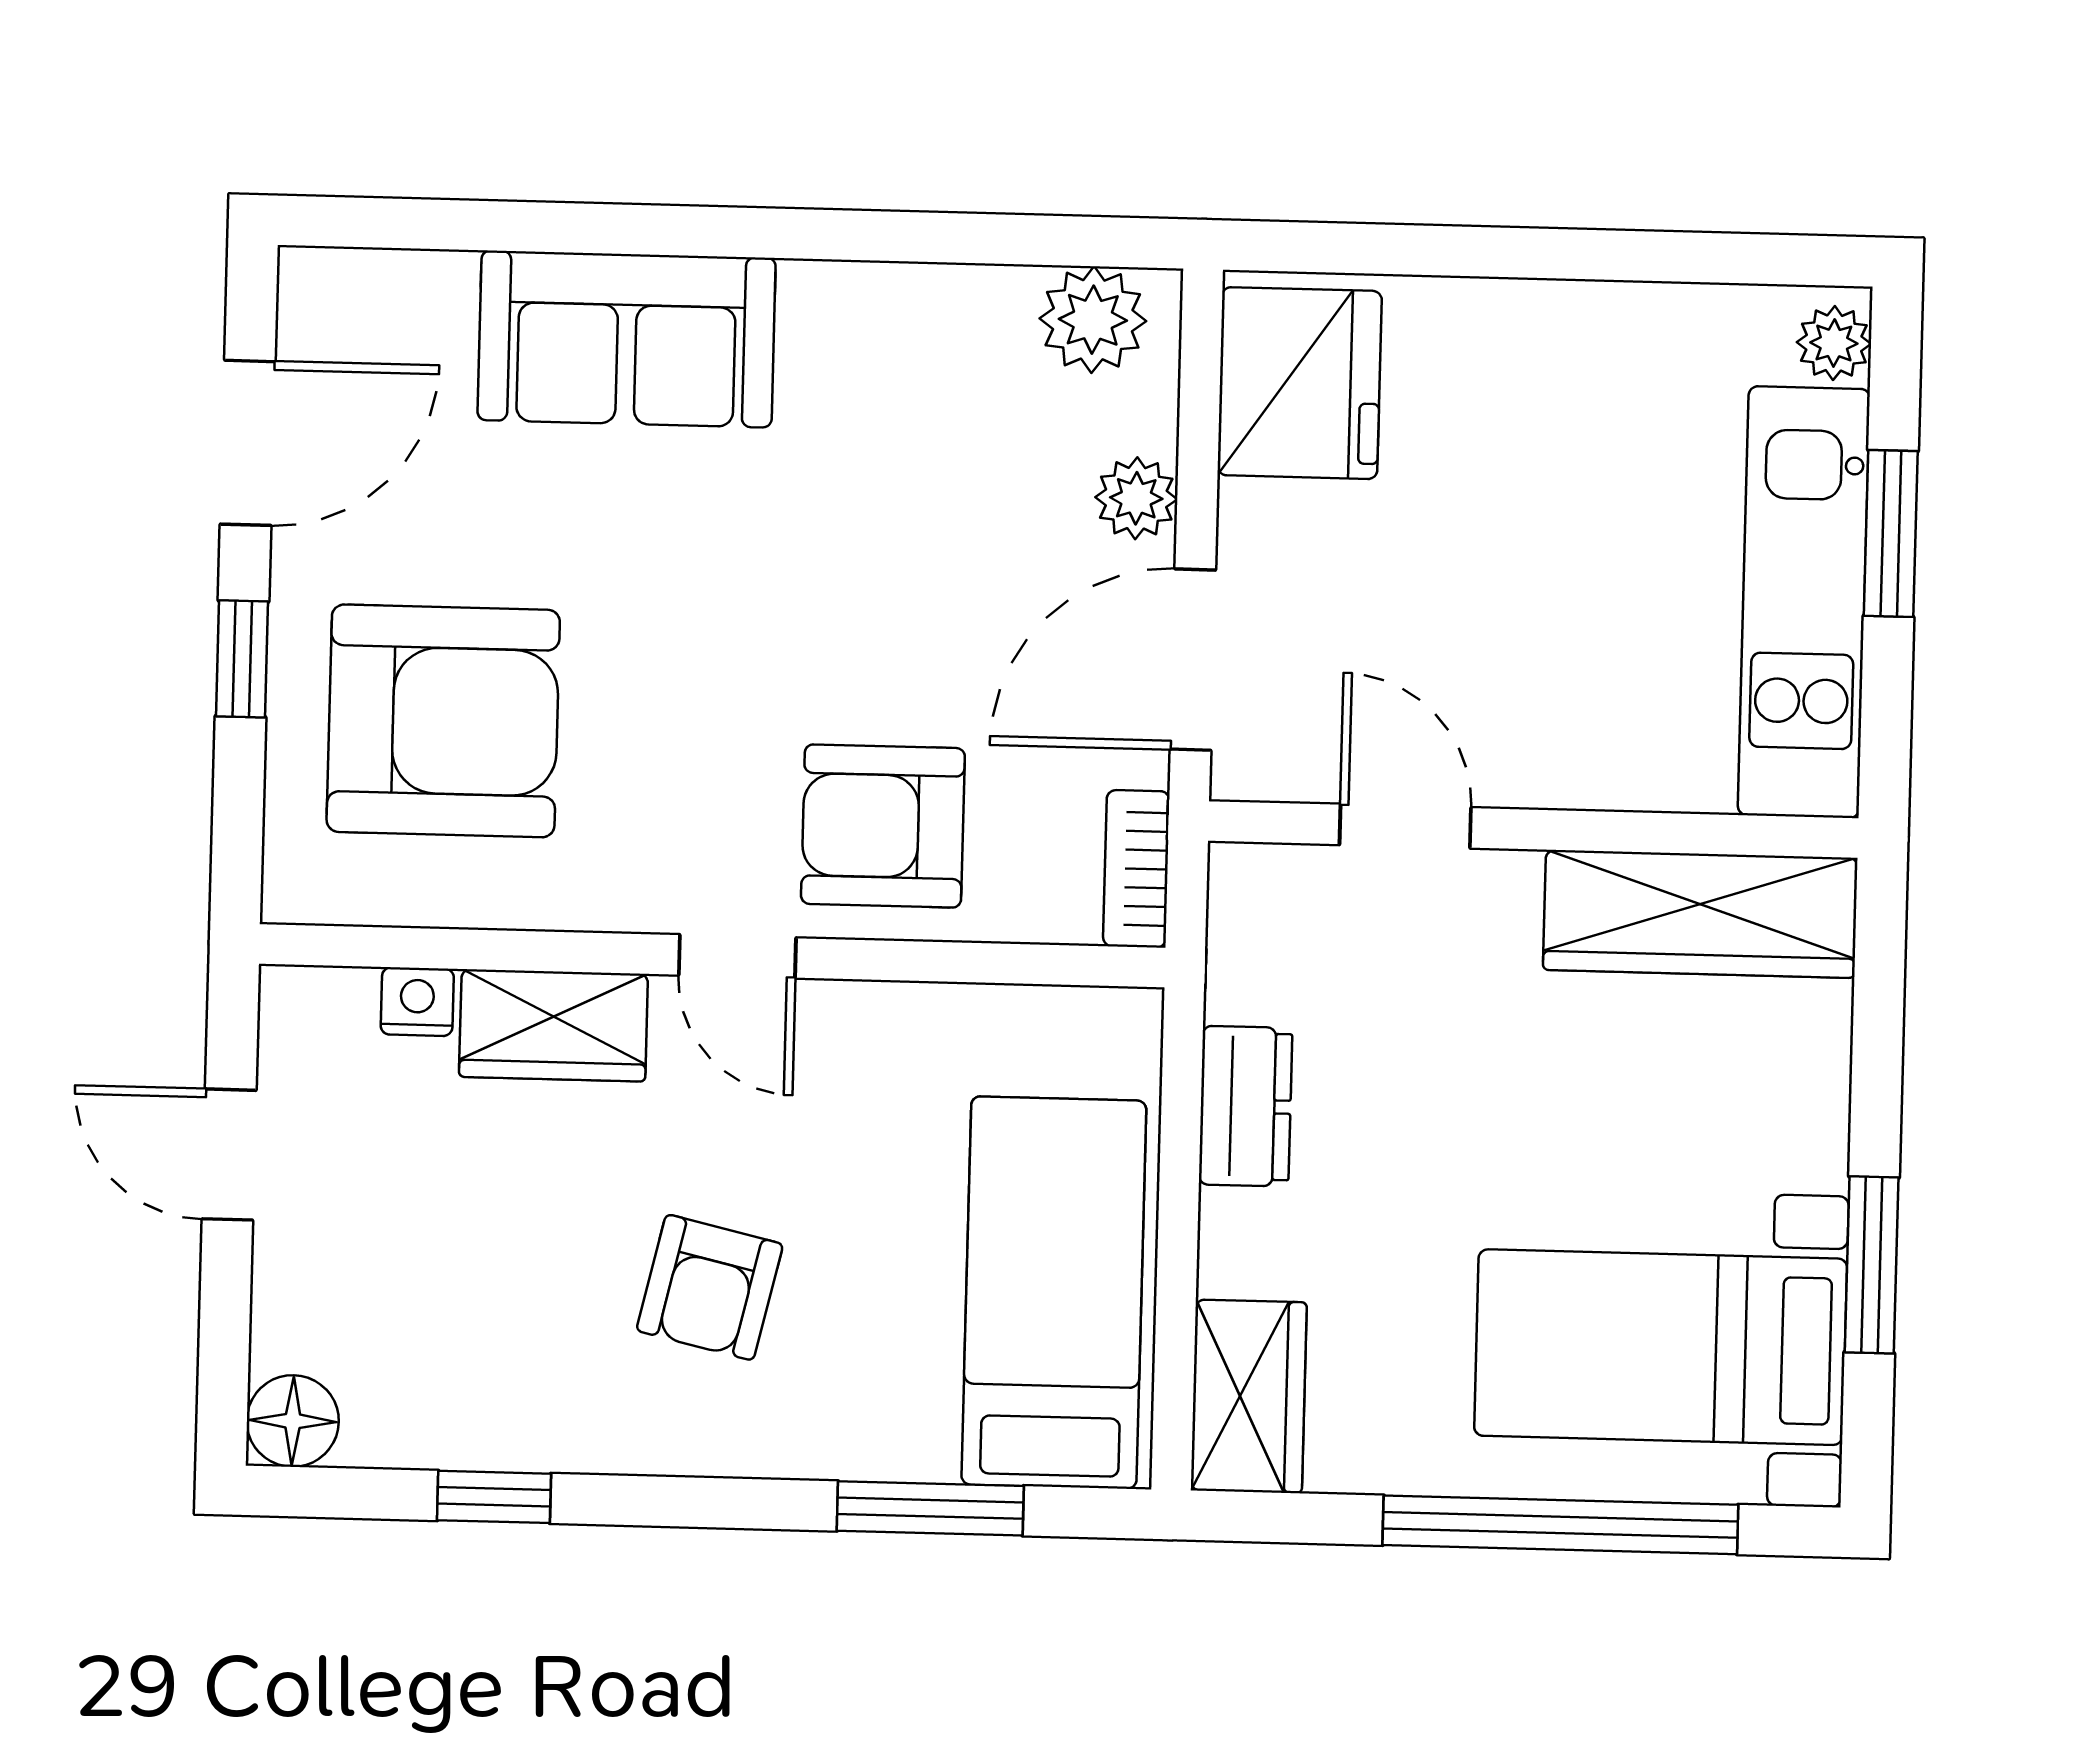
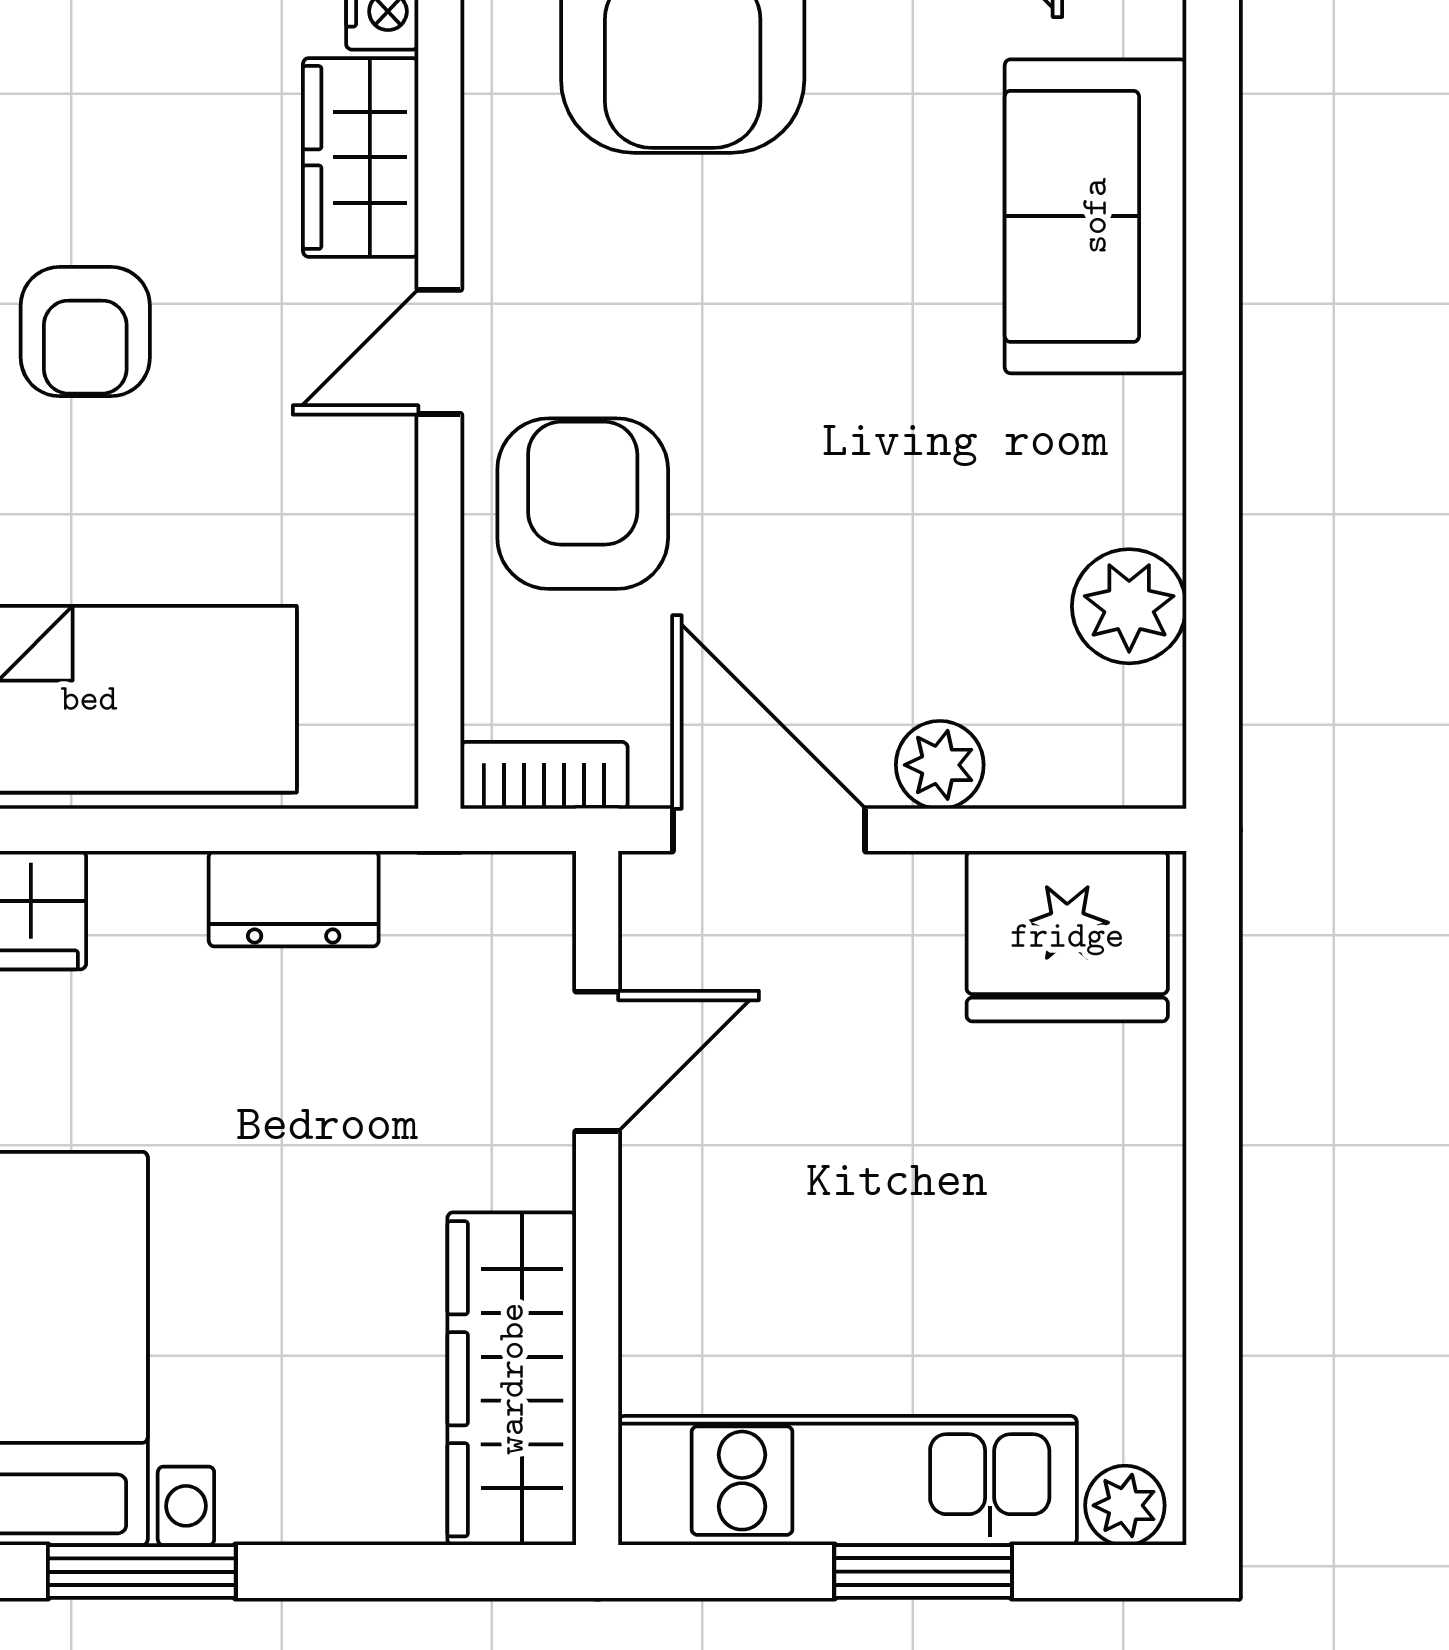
plant: (1093, 320) -> (1129, 606), moved
armchair: (710, 1287) -> (85, 332), turned -103

